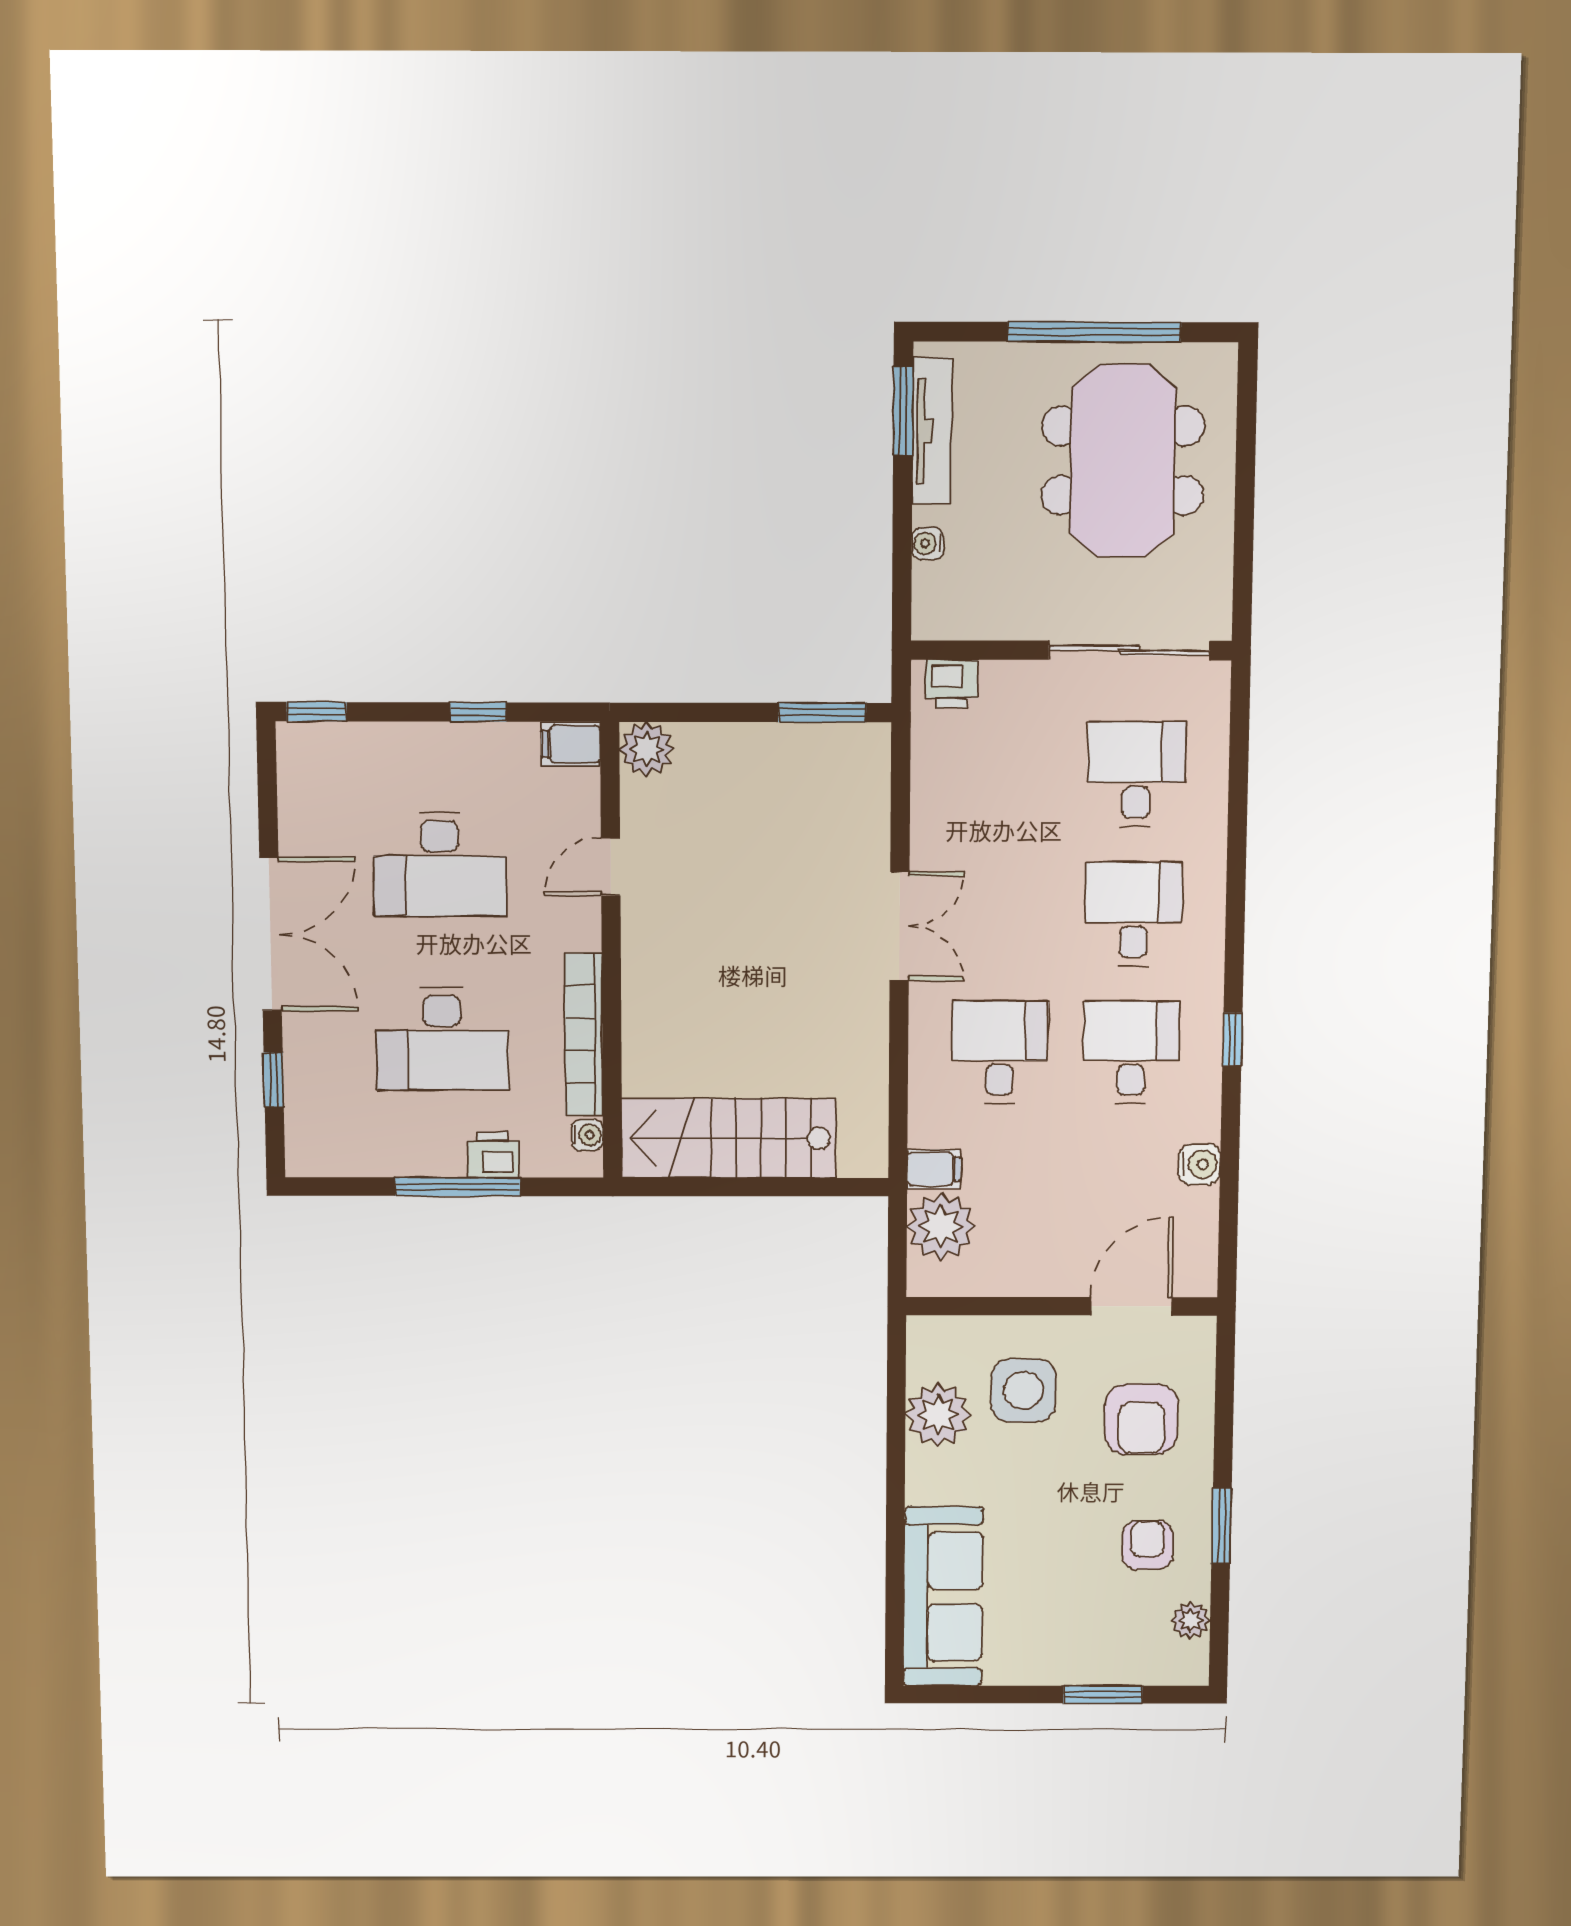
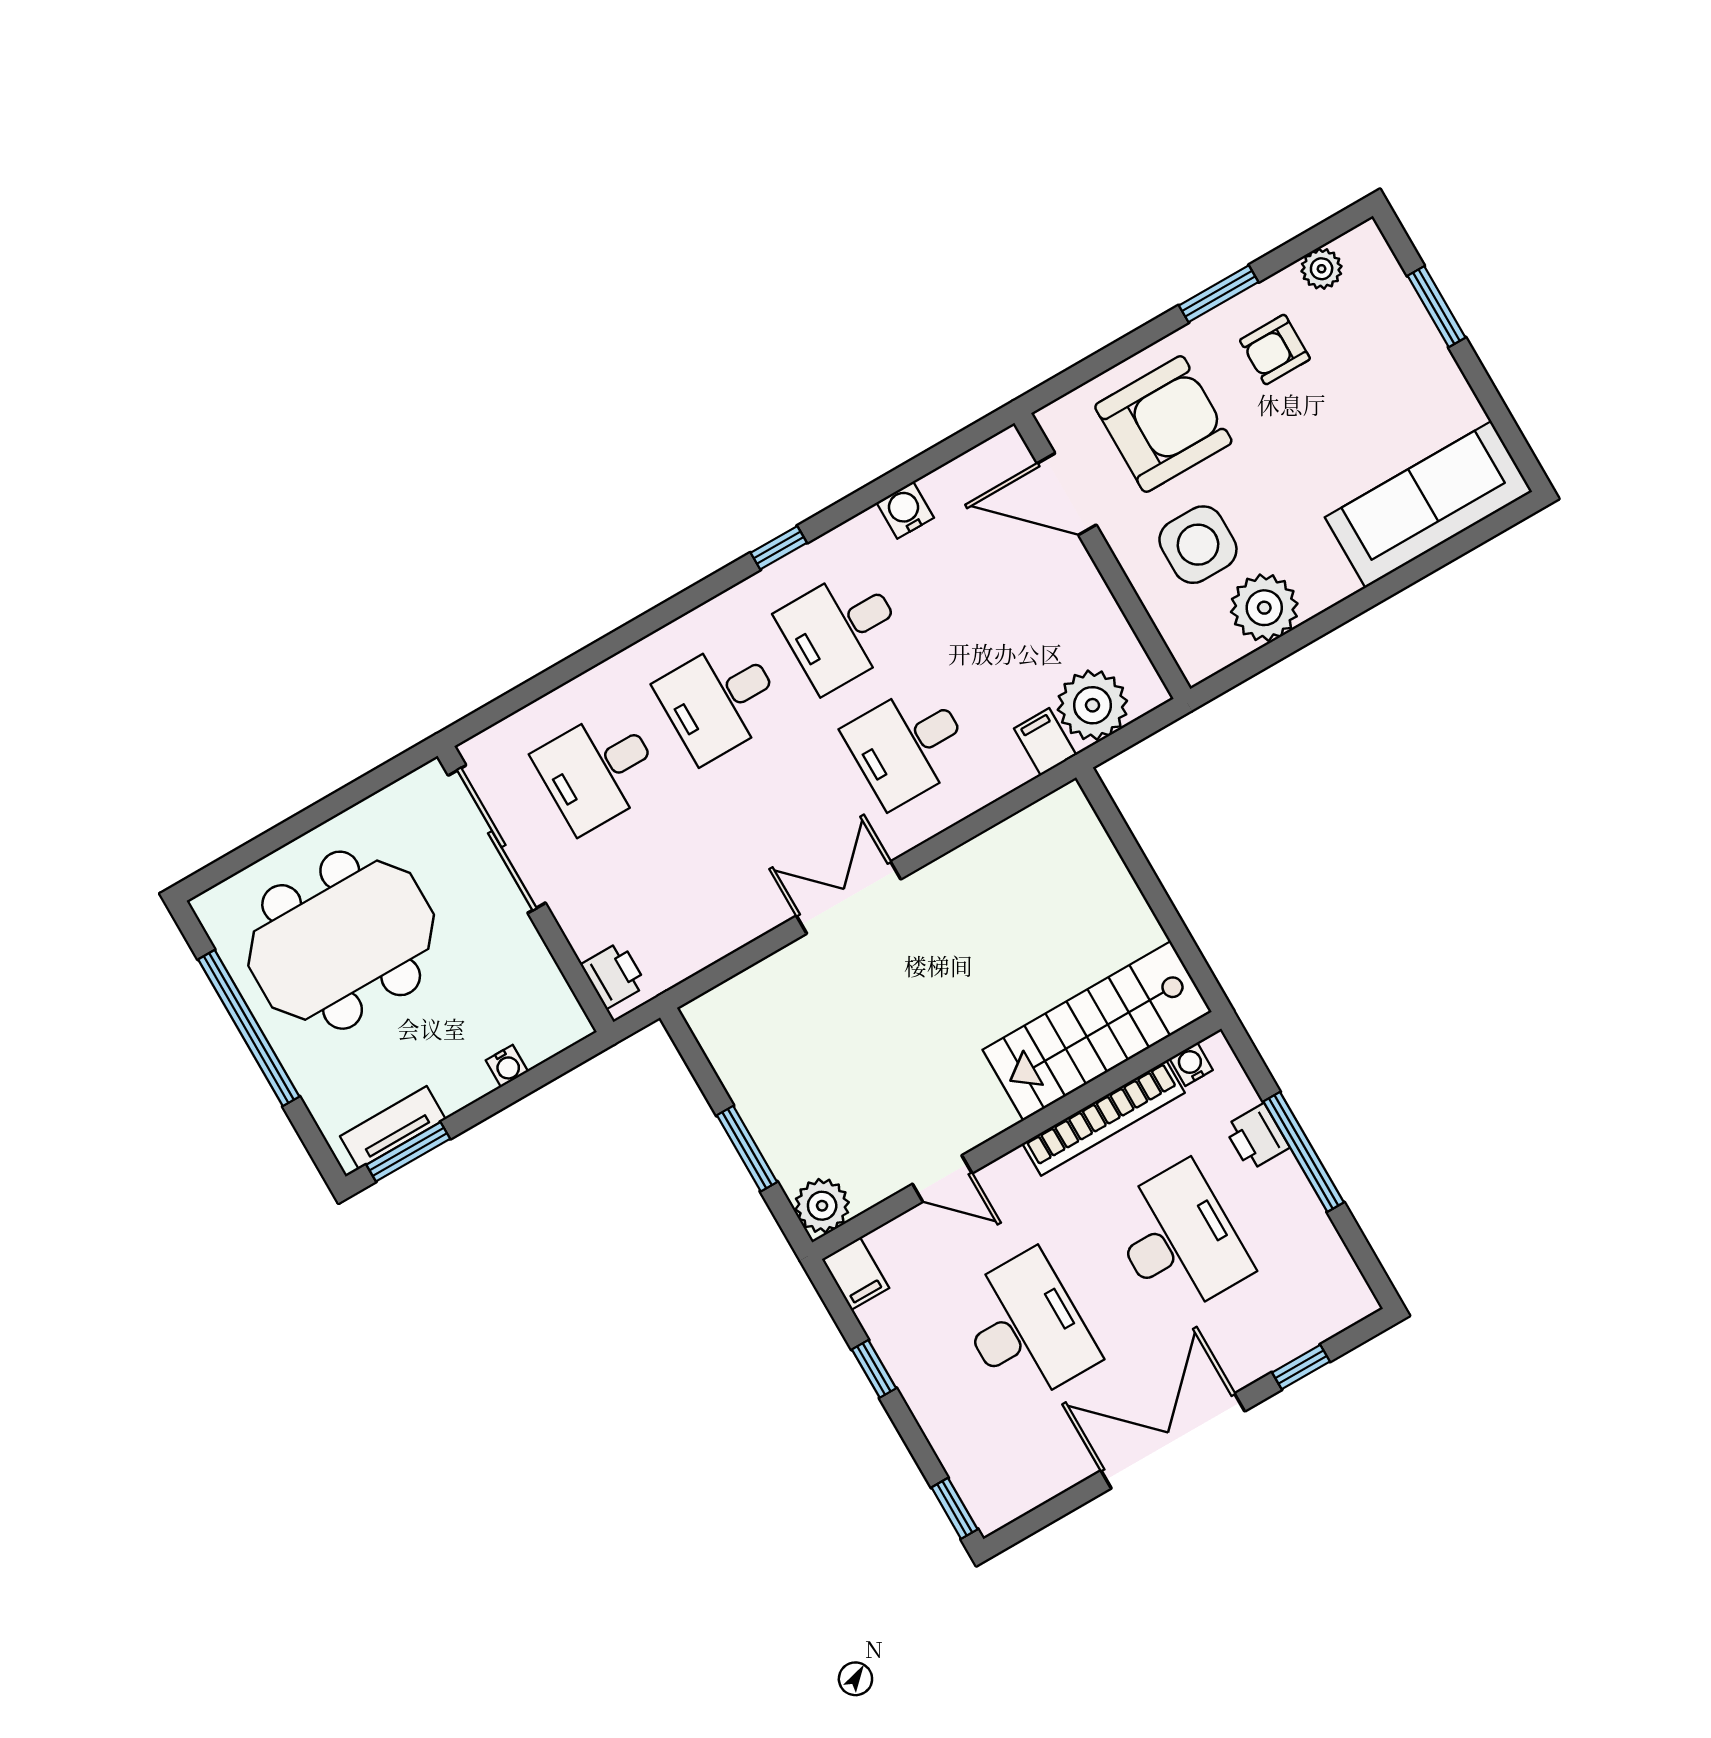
tv unit: (932, 431) -> (393, 1128), width x0.71
window: (822, 713) -> (747, 1149), moved
stairs: (729, 1138) -> (1097, 1031), moved, turned 90
armchair: (1141, 1419) -> (1163, 424), width x1.36, depth x1.36

